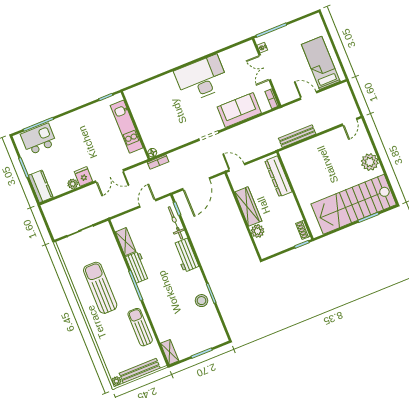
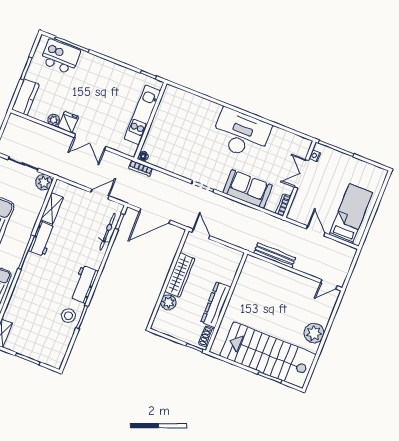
dresser: (278, 176) -> (216, 305), moved
plant: (104, 230) -> (44, 182), added
workbench: (186, 255) -> (84, 284), moved

